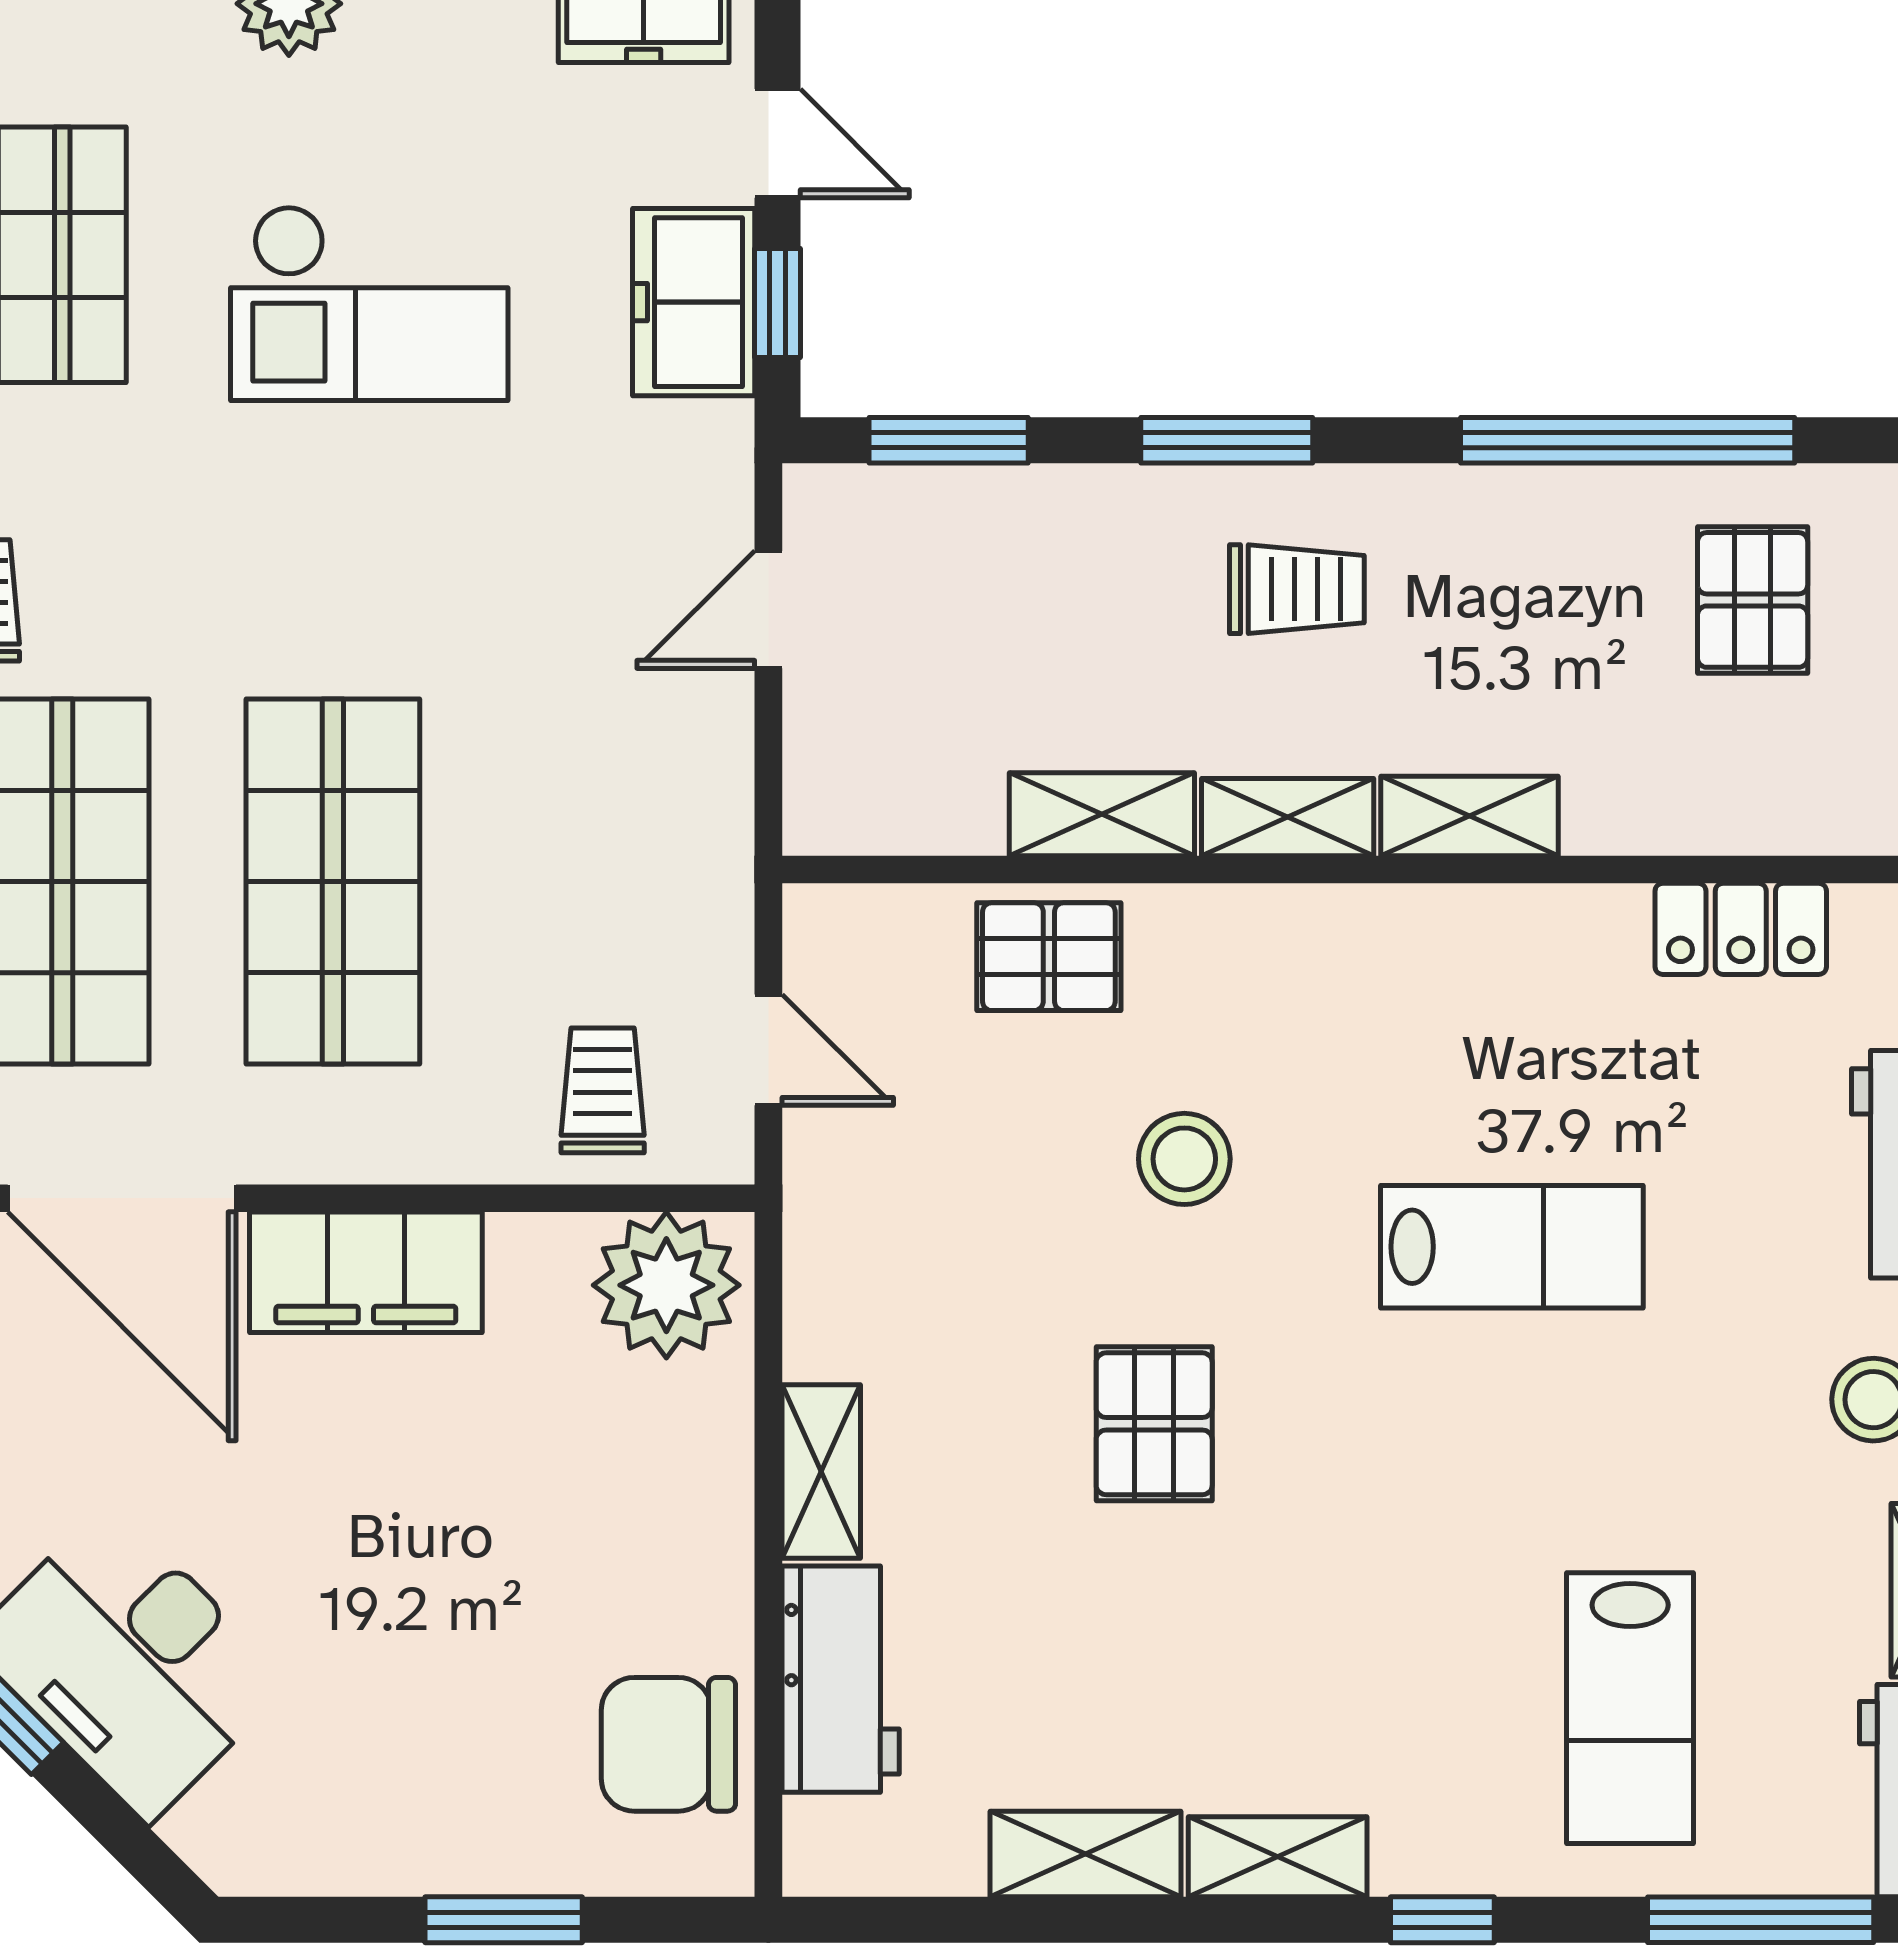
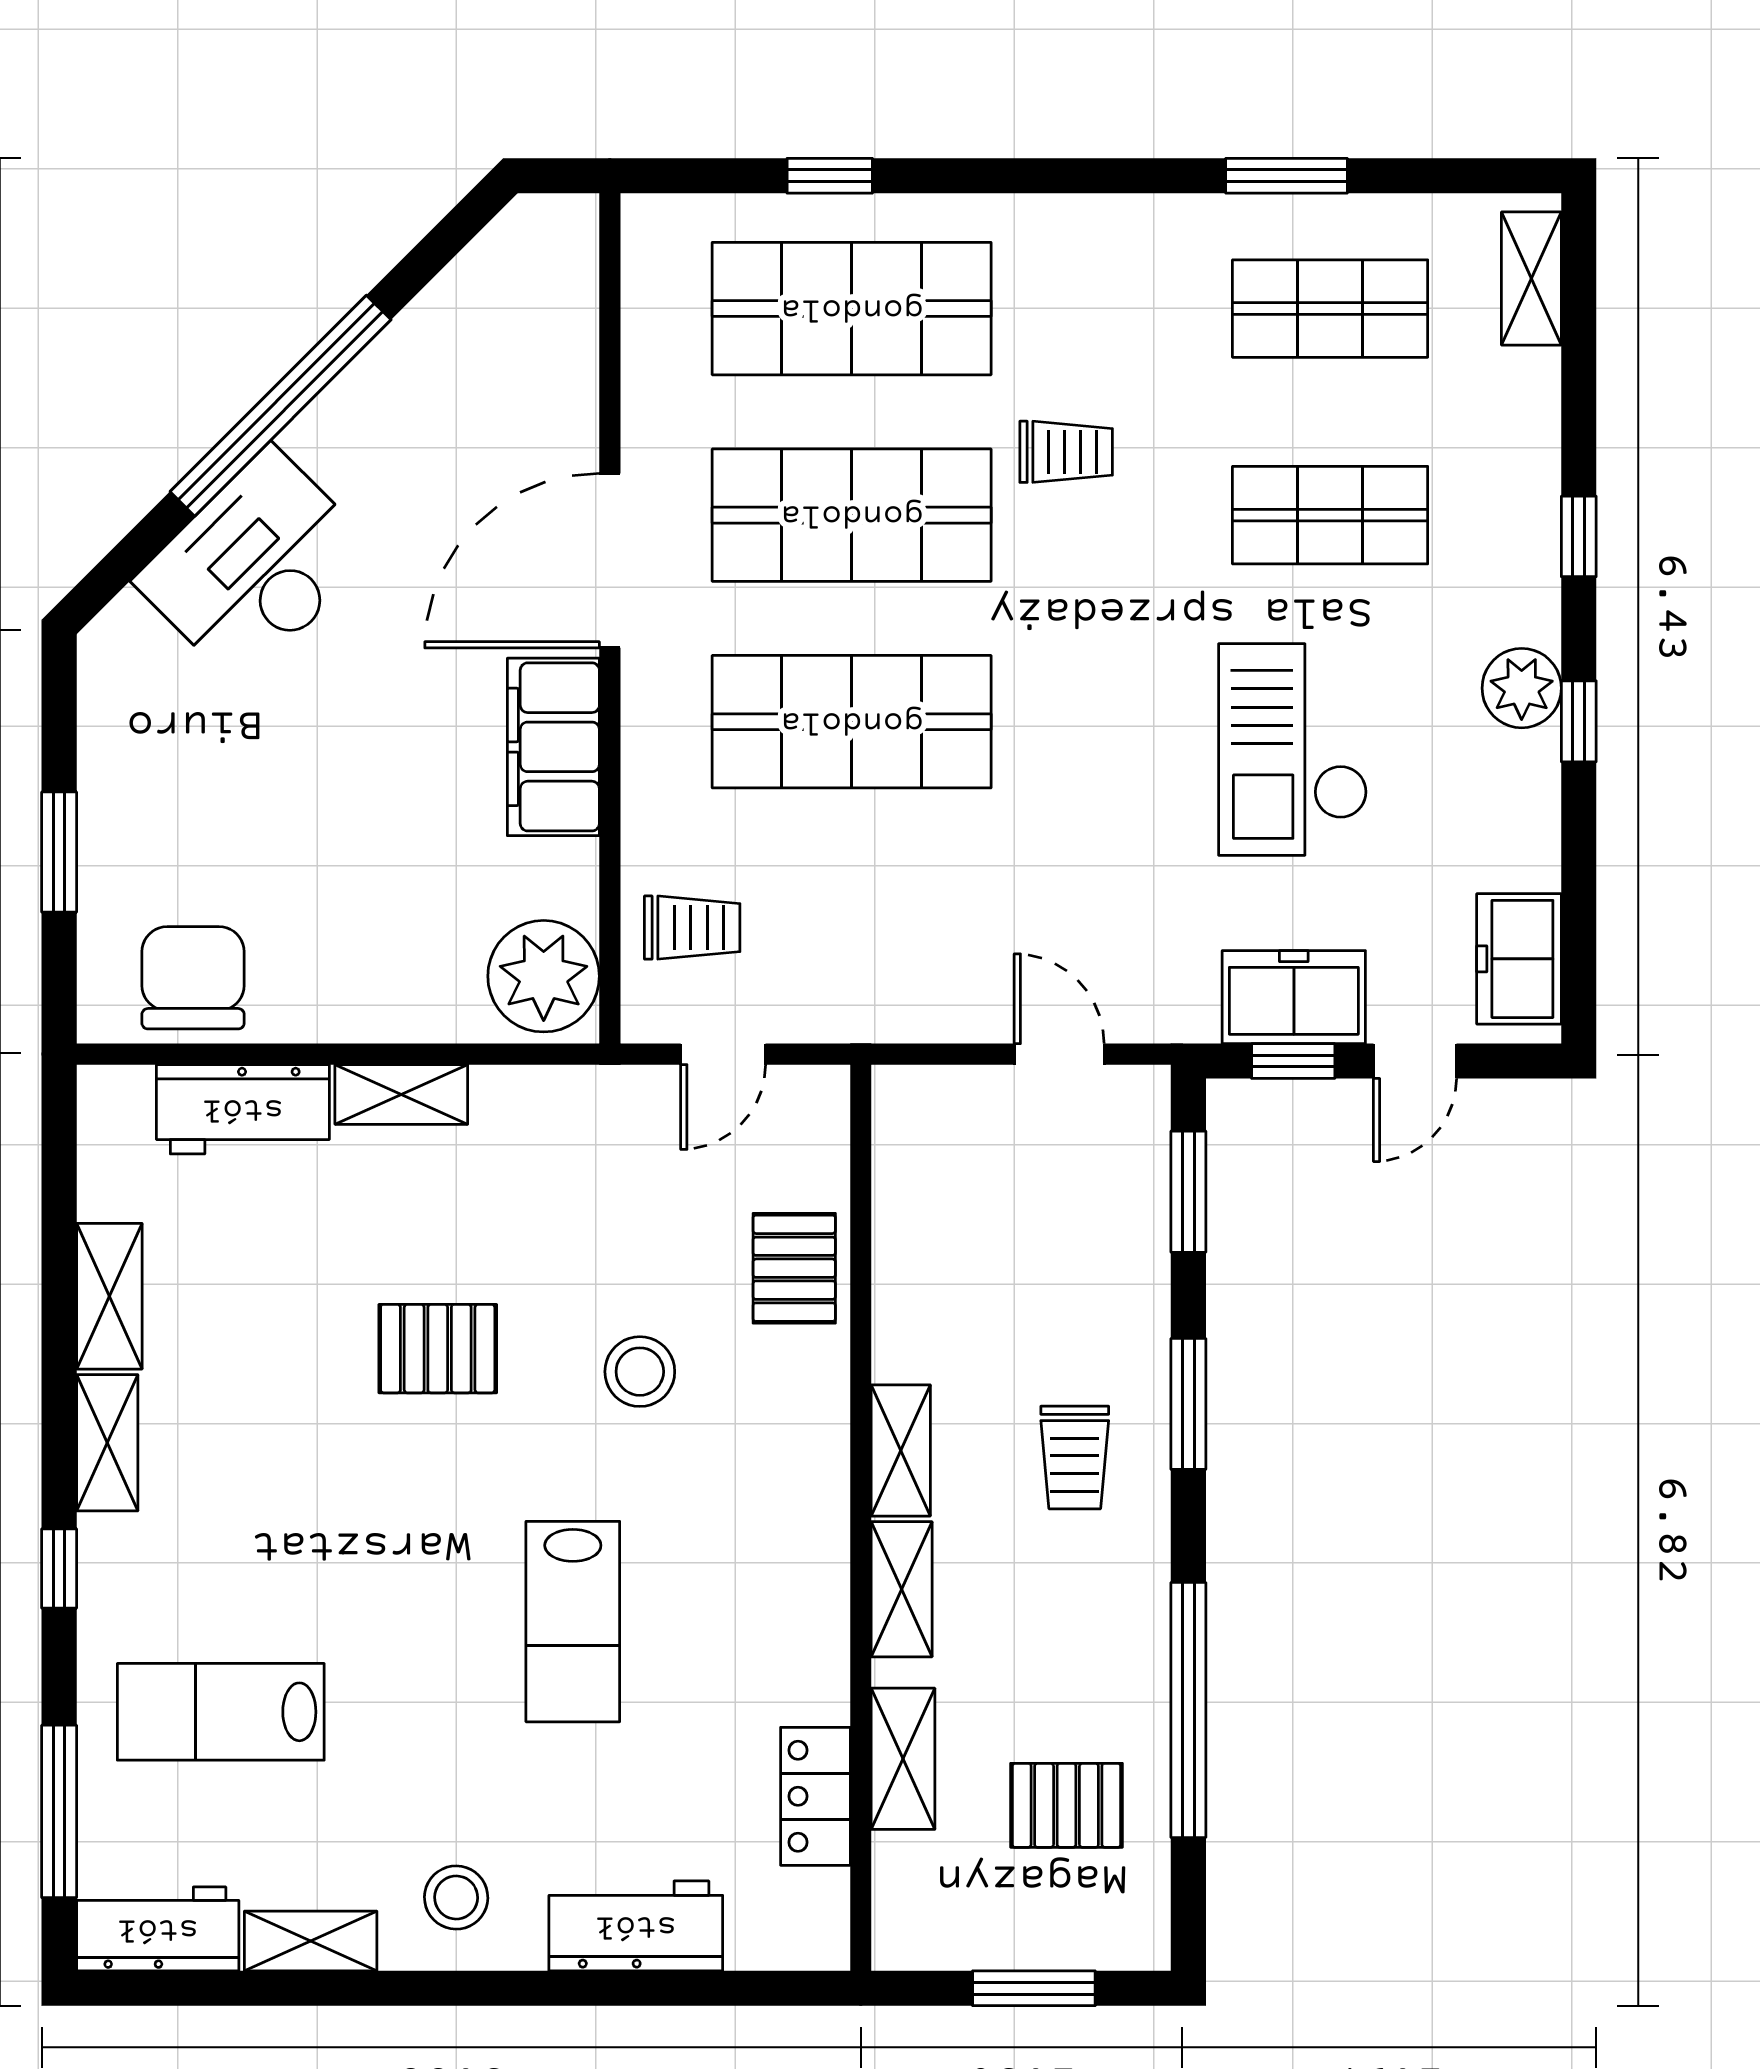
shelving: (1102, 814) -> (903, 1759), moved

